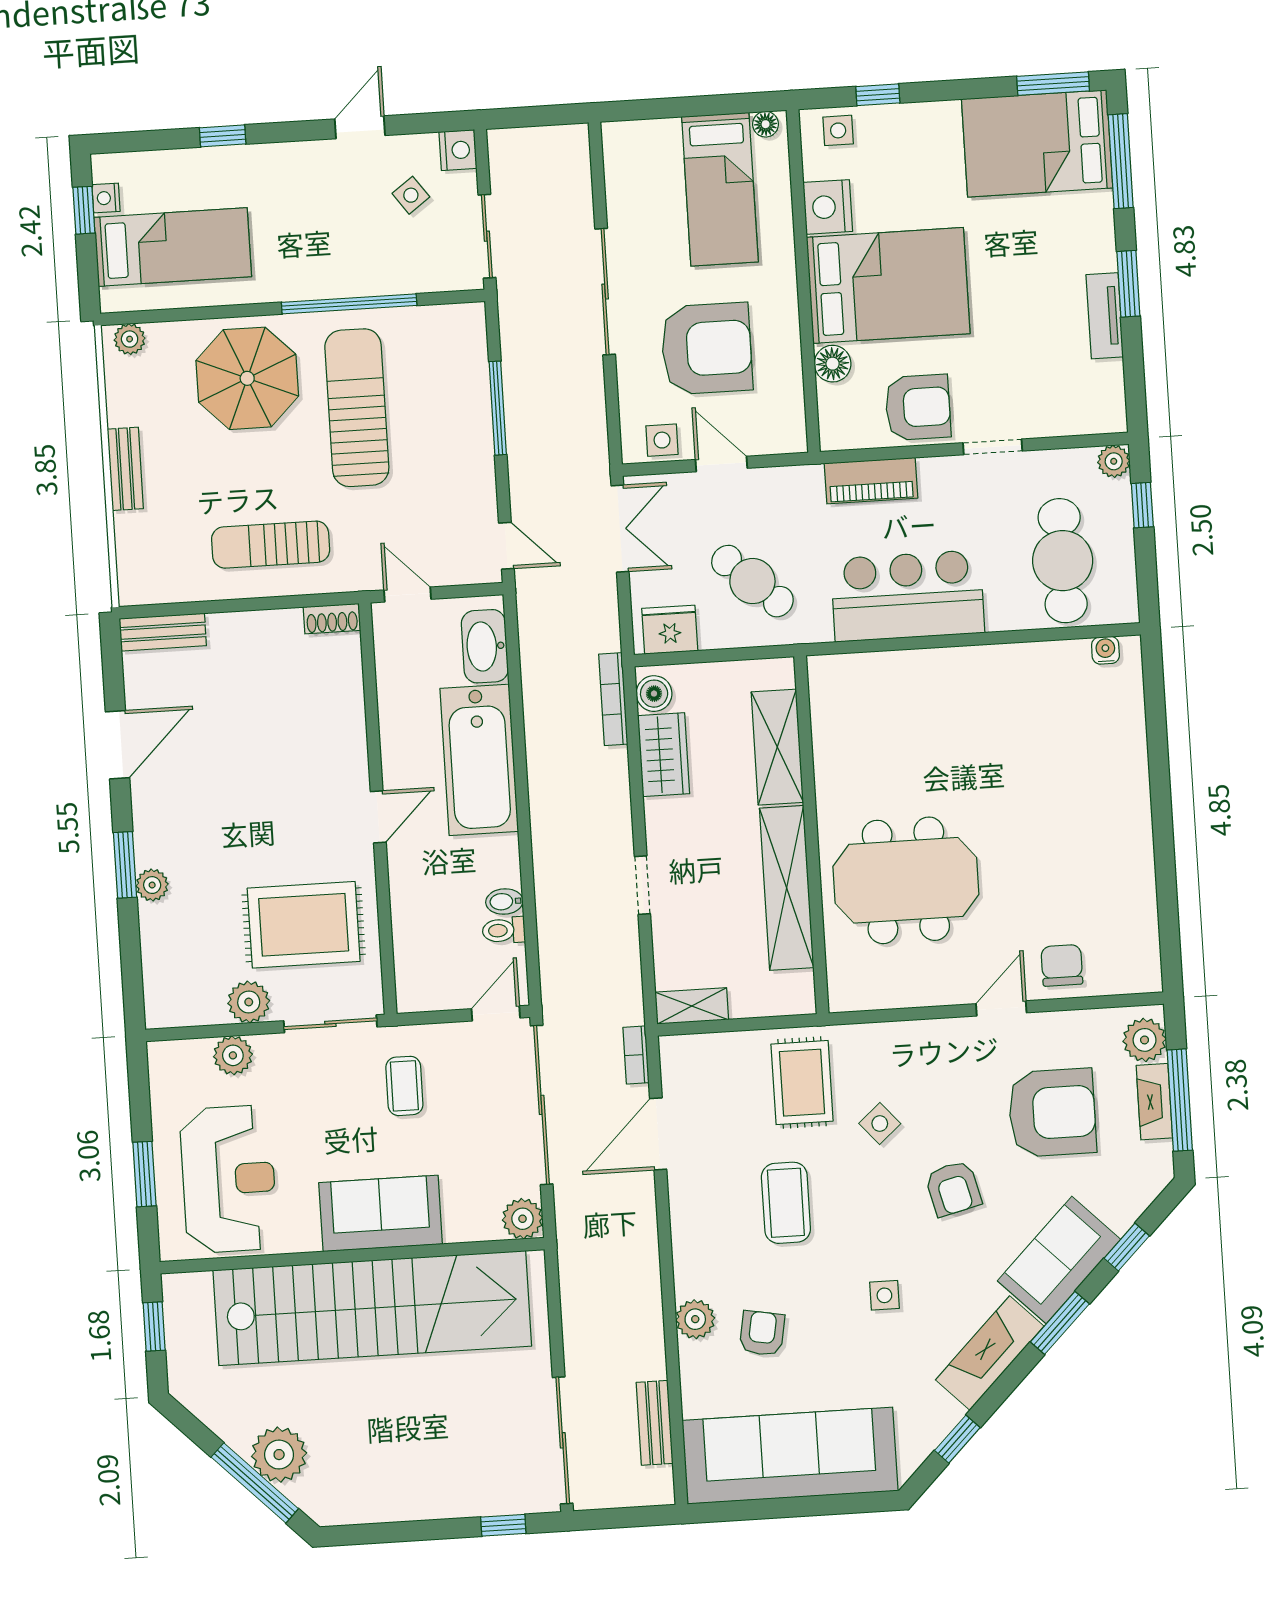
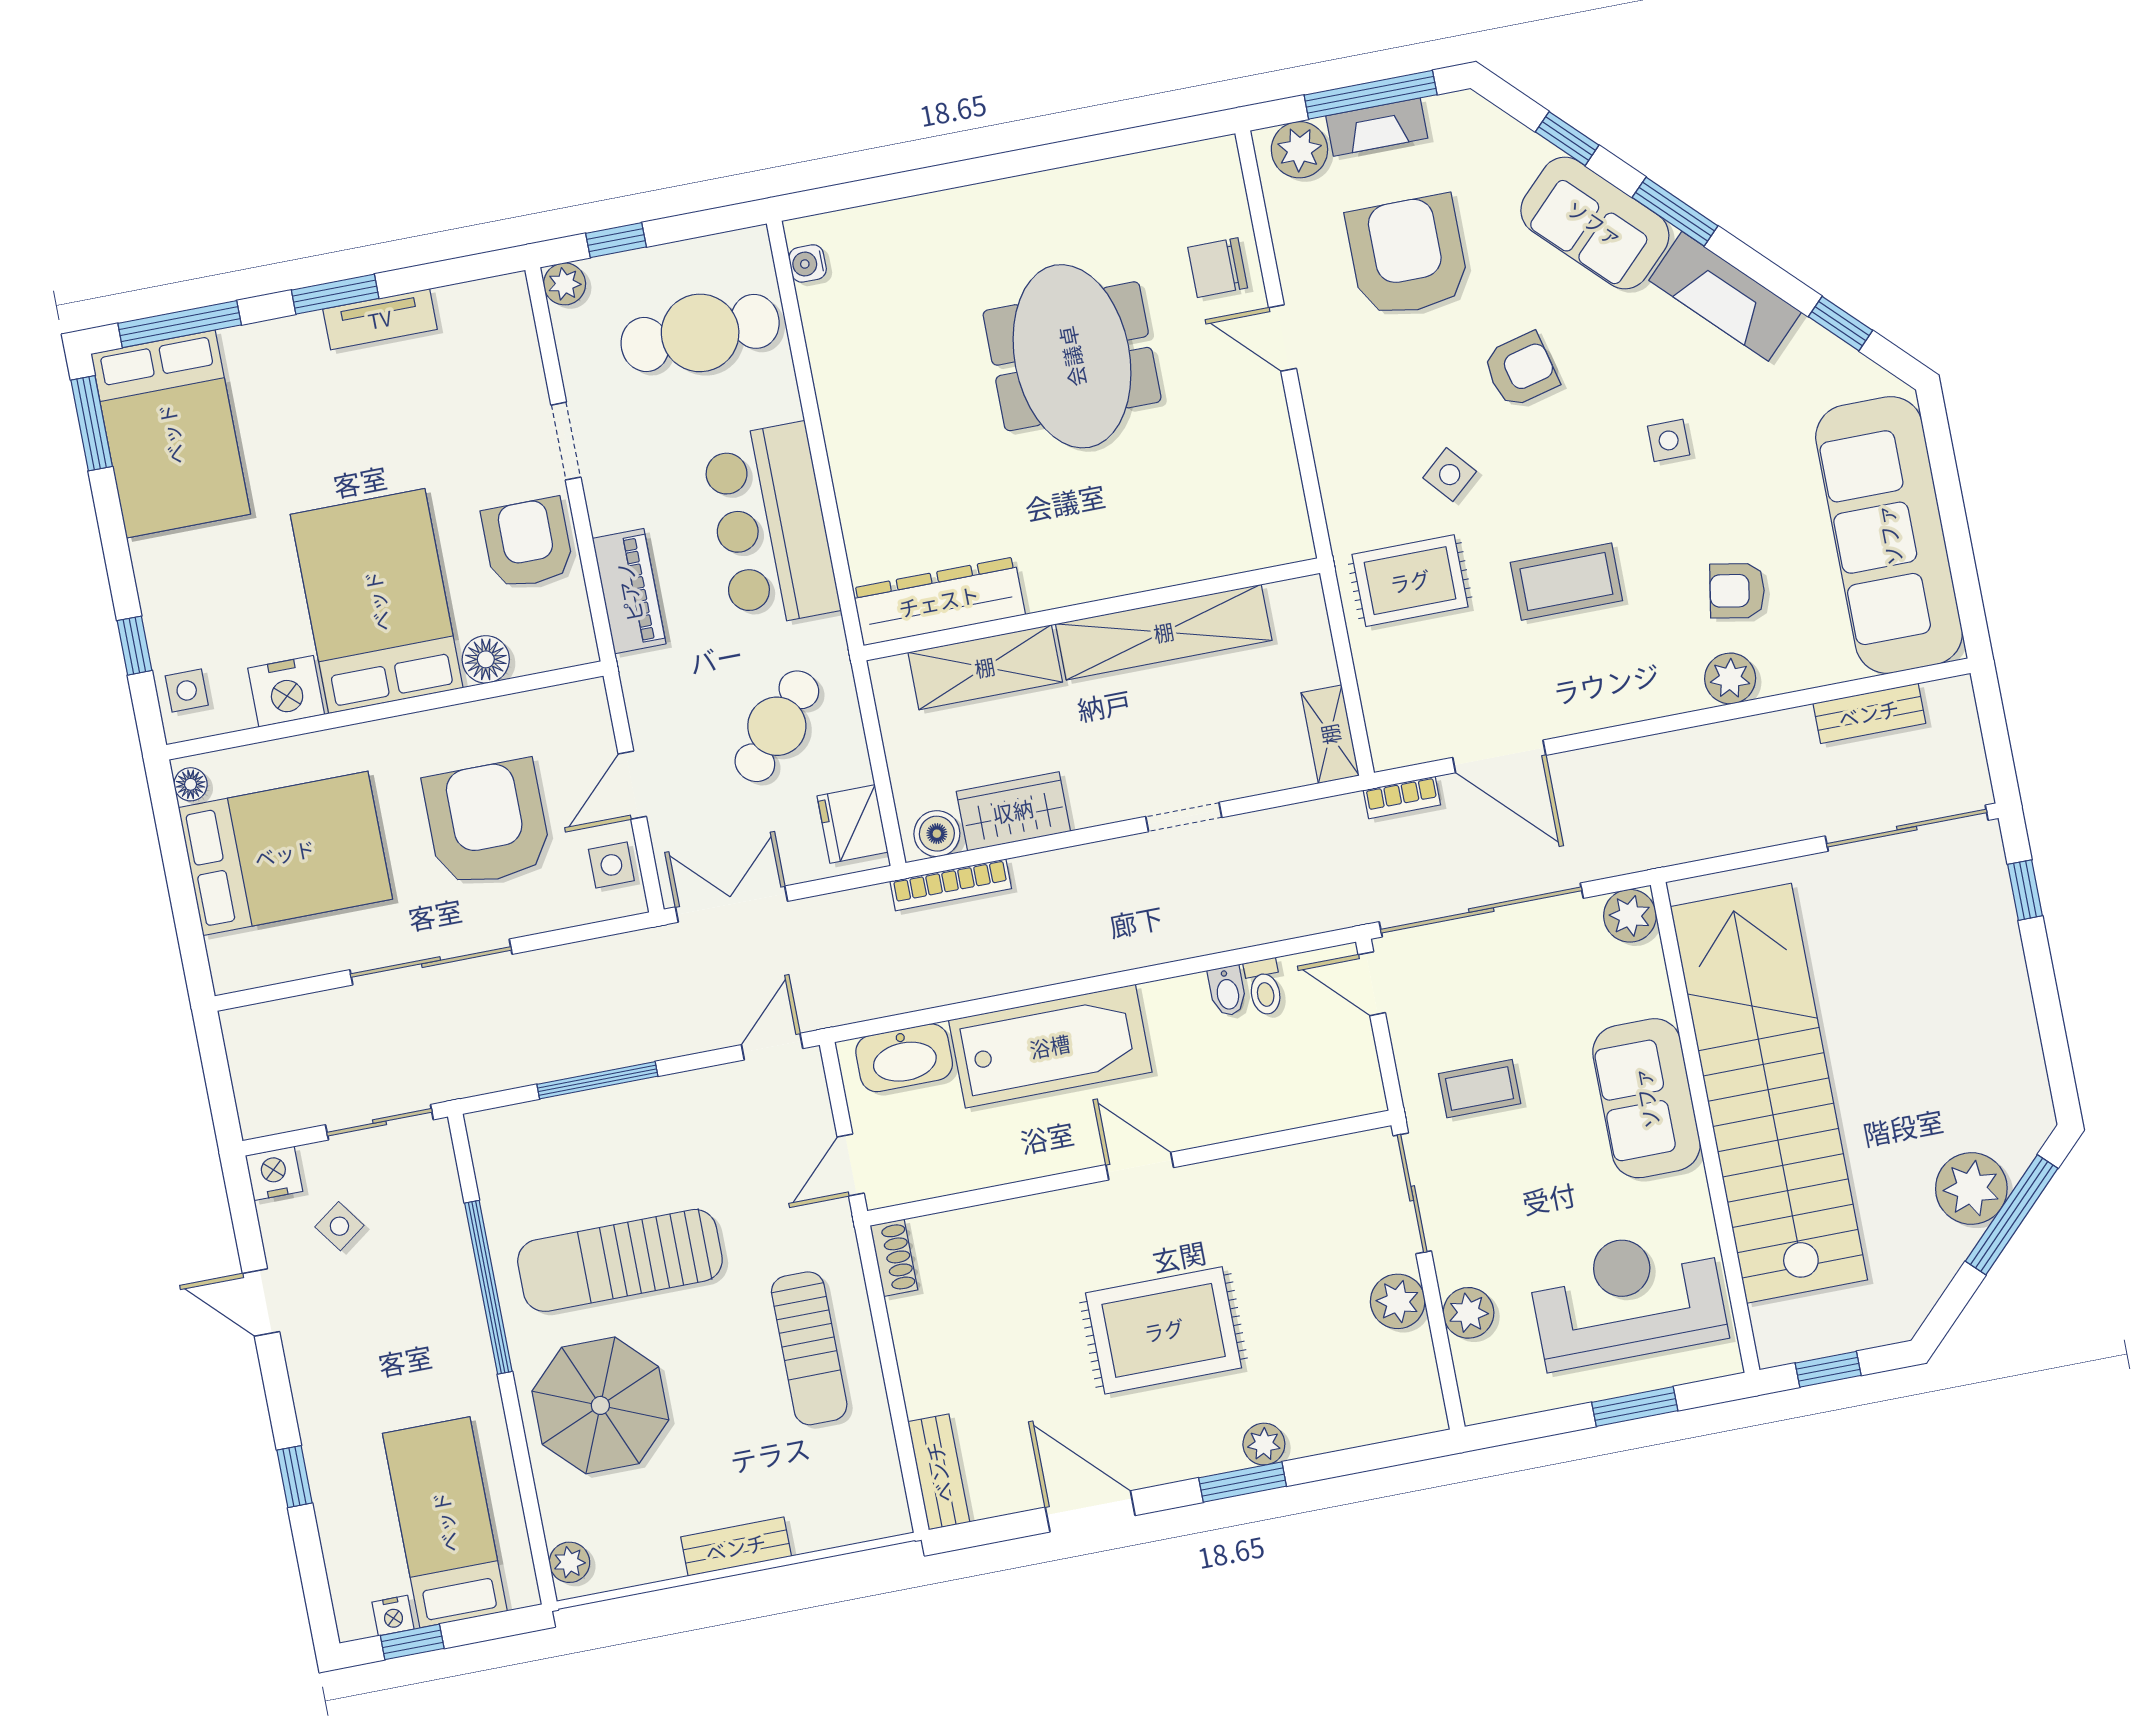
bed: (720, 189) -> (285, 853), width x1.50
dresser: (833, 718) -> (939, 601), added
meeting table: (906, 880) -> (1072, 356), moved
rug: (304, 925) -> (1164, 1330), moved, turned 90

